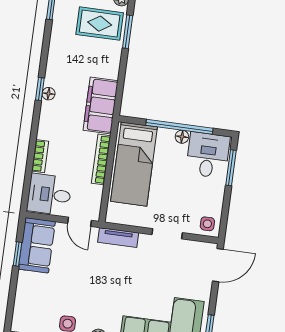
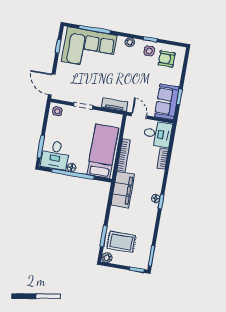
door: (218, 265) -> (52, 85), hinge flipped
armchair: (40, 312) -> (167, 59), added

